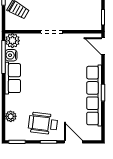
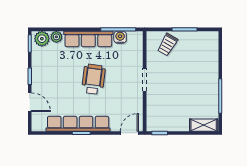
plant: (12, 41) -> (42, 39), moved
row of seats: (13, 78) -> (88, 39), width x1.48
wheelchair: (43, 123) -> (93, 79), moved
door: (73, 142) -> (30, 102), hinge flipped

